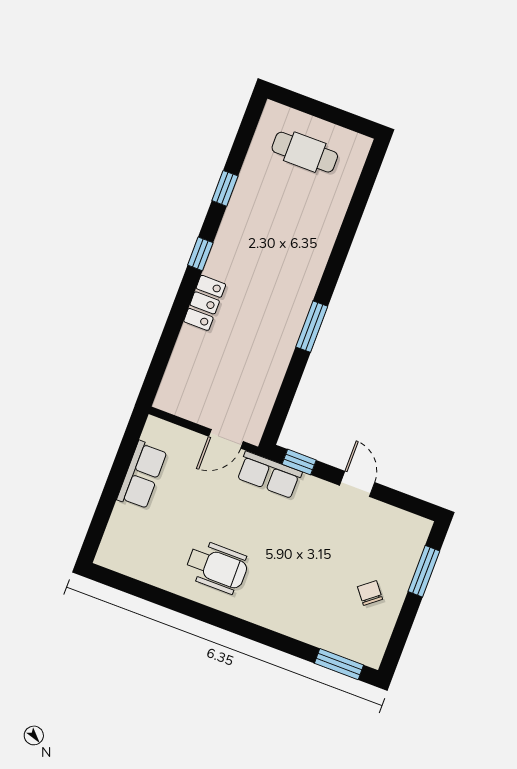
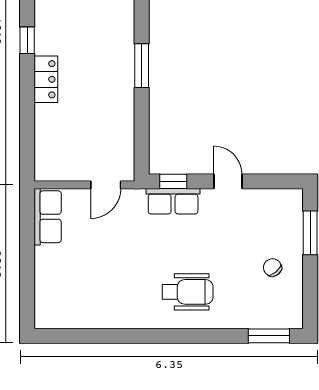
row of seats: (142, 475) -> (48, 217), moved
row of seats: (269, 475) -> (173, 201), moved
wheelchair: (217, 567) -> (188, 292), moved

